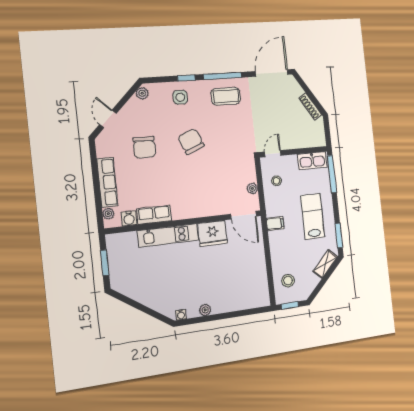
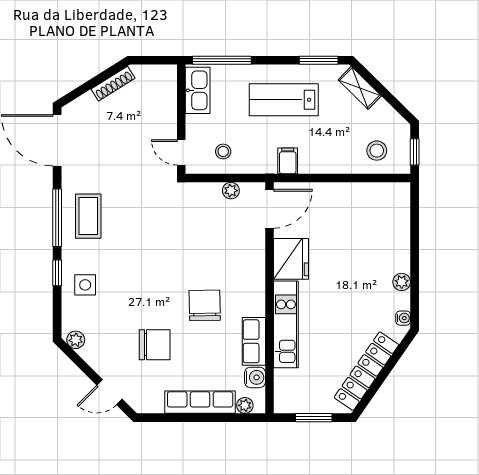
chair: (191, 141) -> (205, 305), moved, turned 111
locker: (142, 295) -> (366, 371), added

